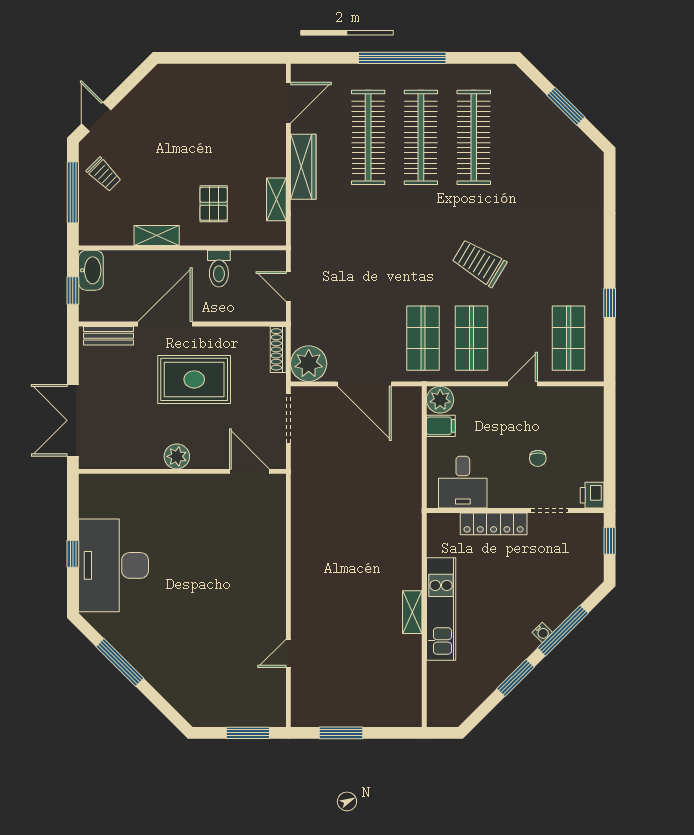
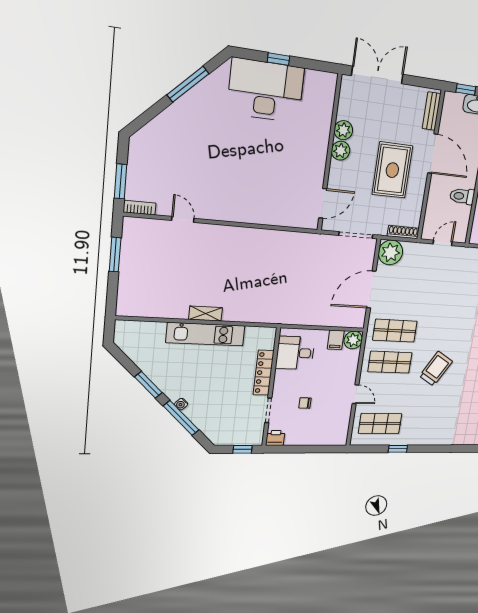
plant: (150, 456) -> (343, 130), added
bookcase: (278, 708) -> (140, 208), added

